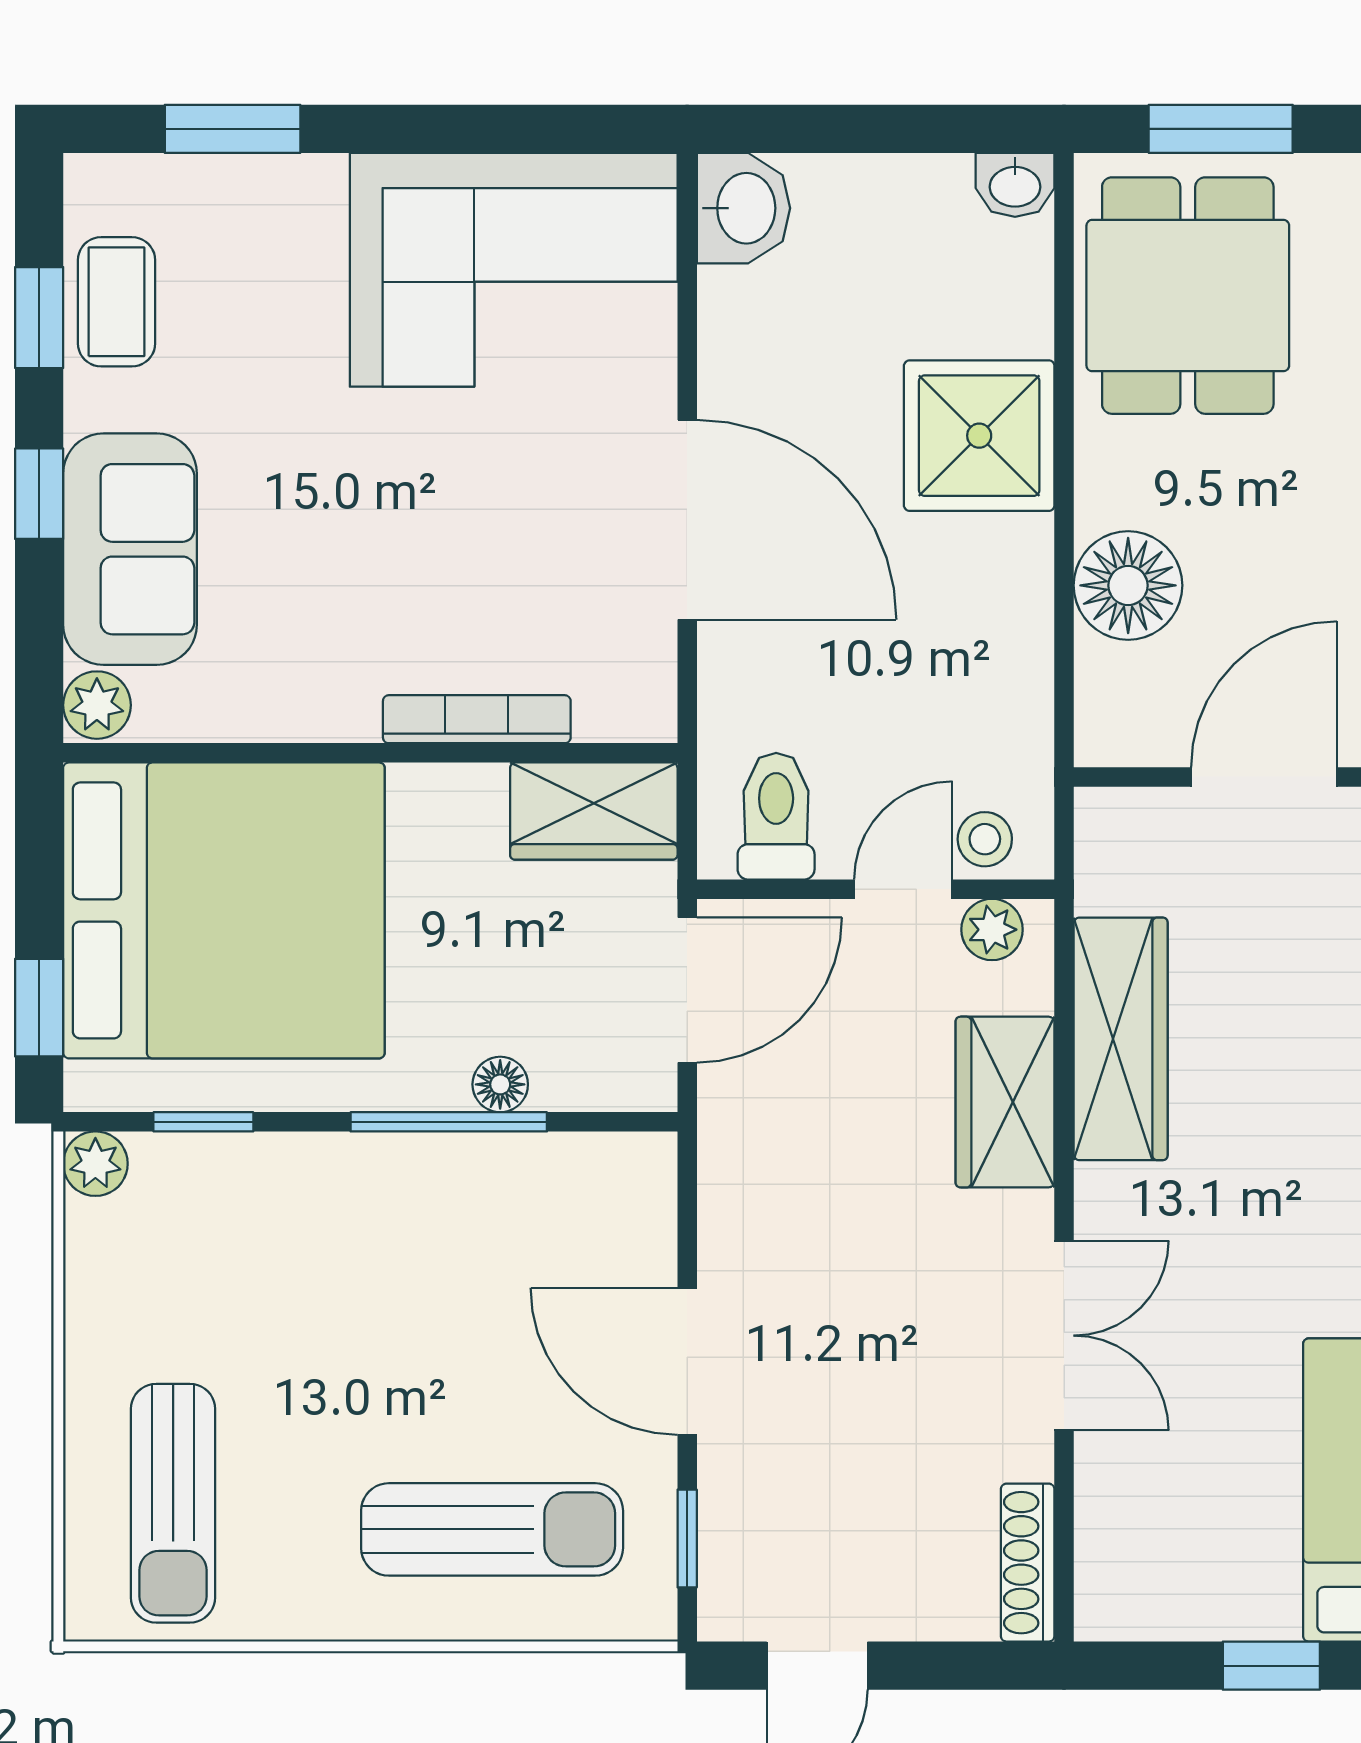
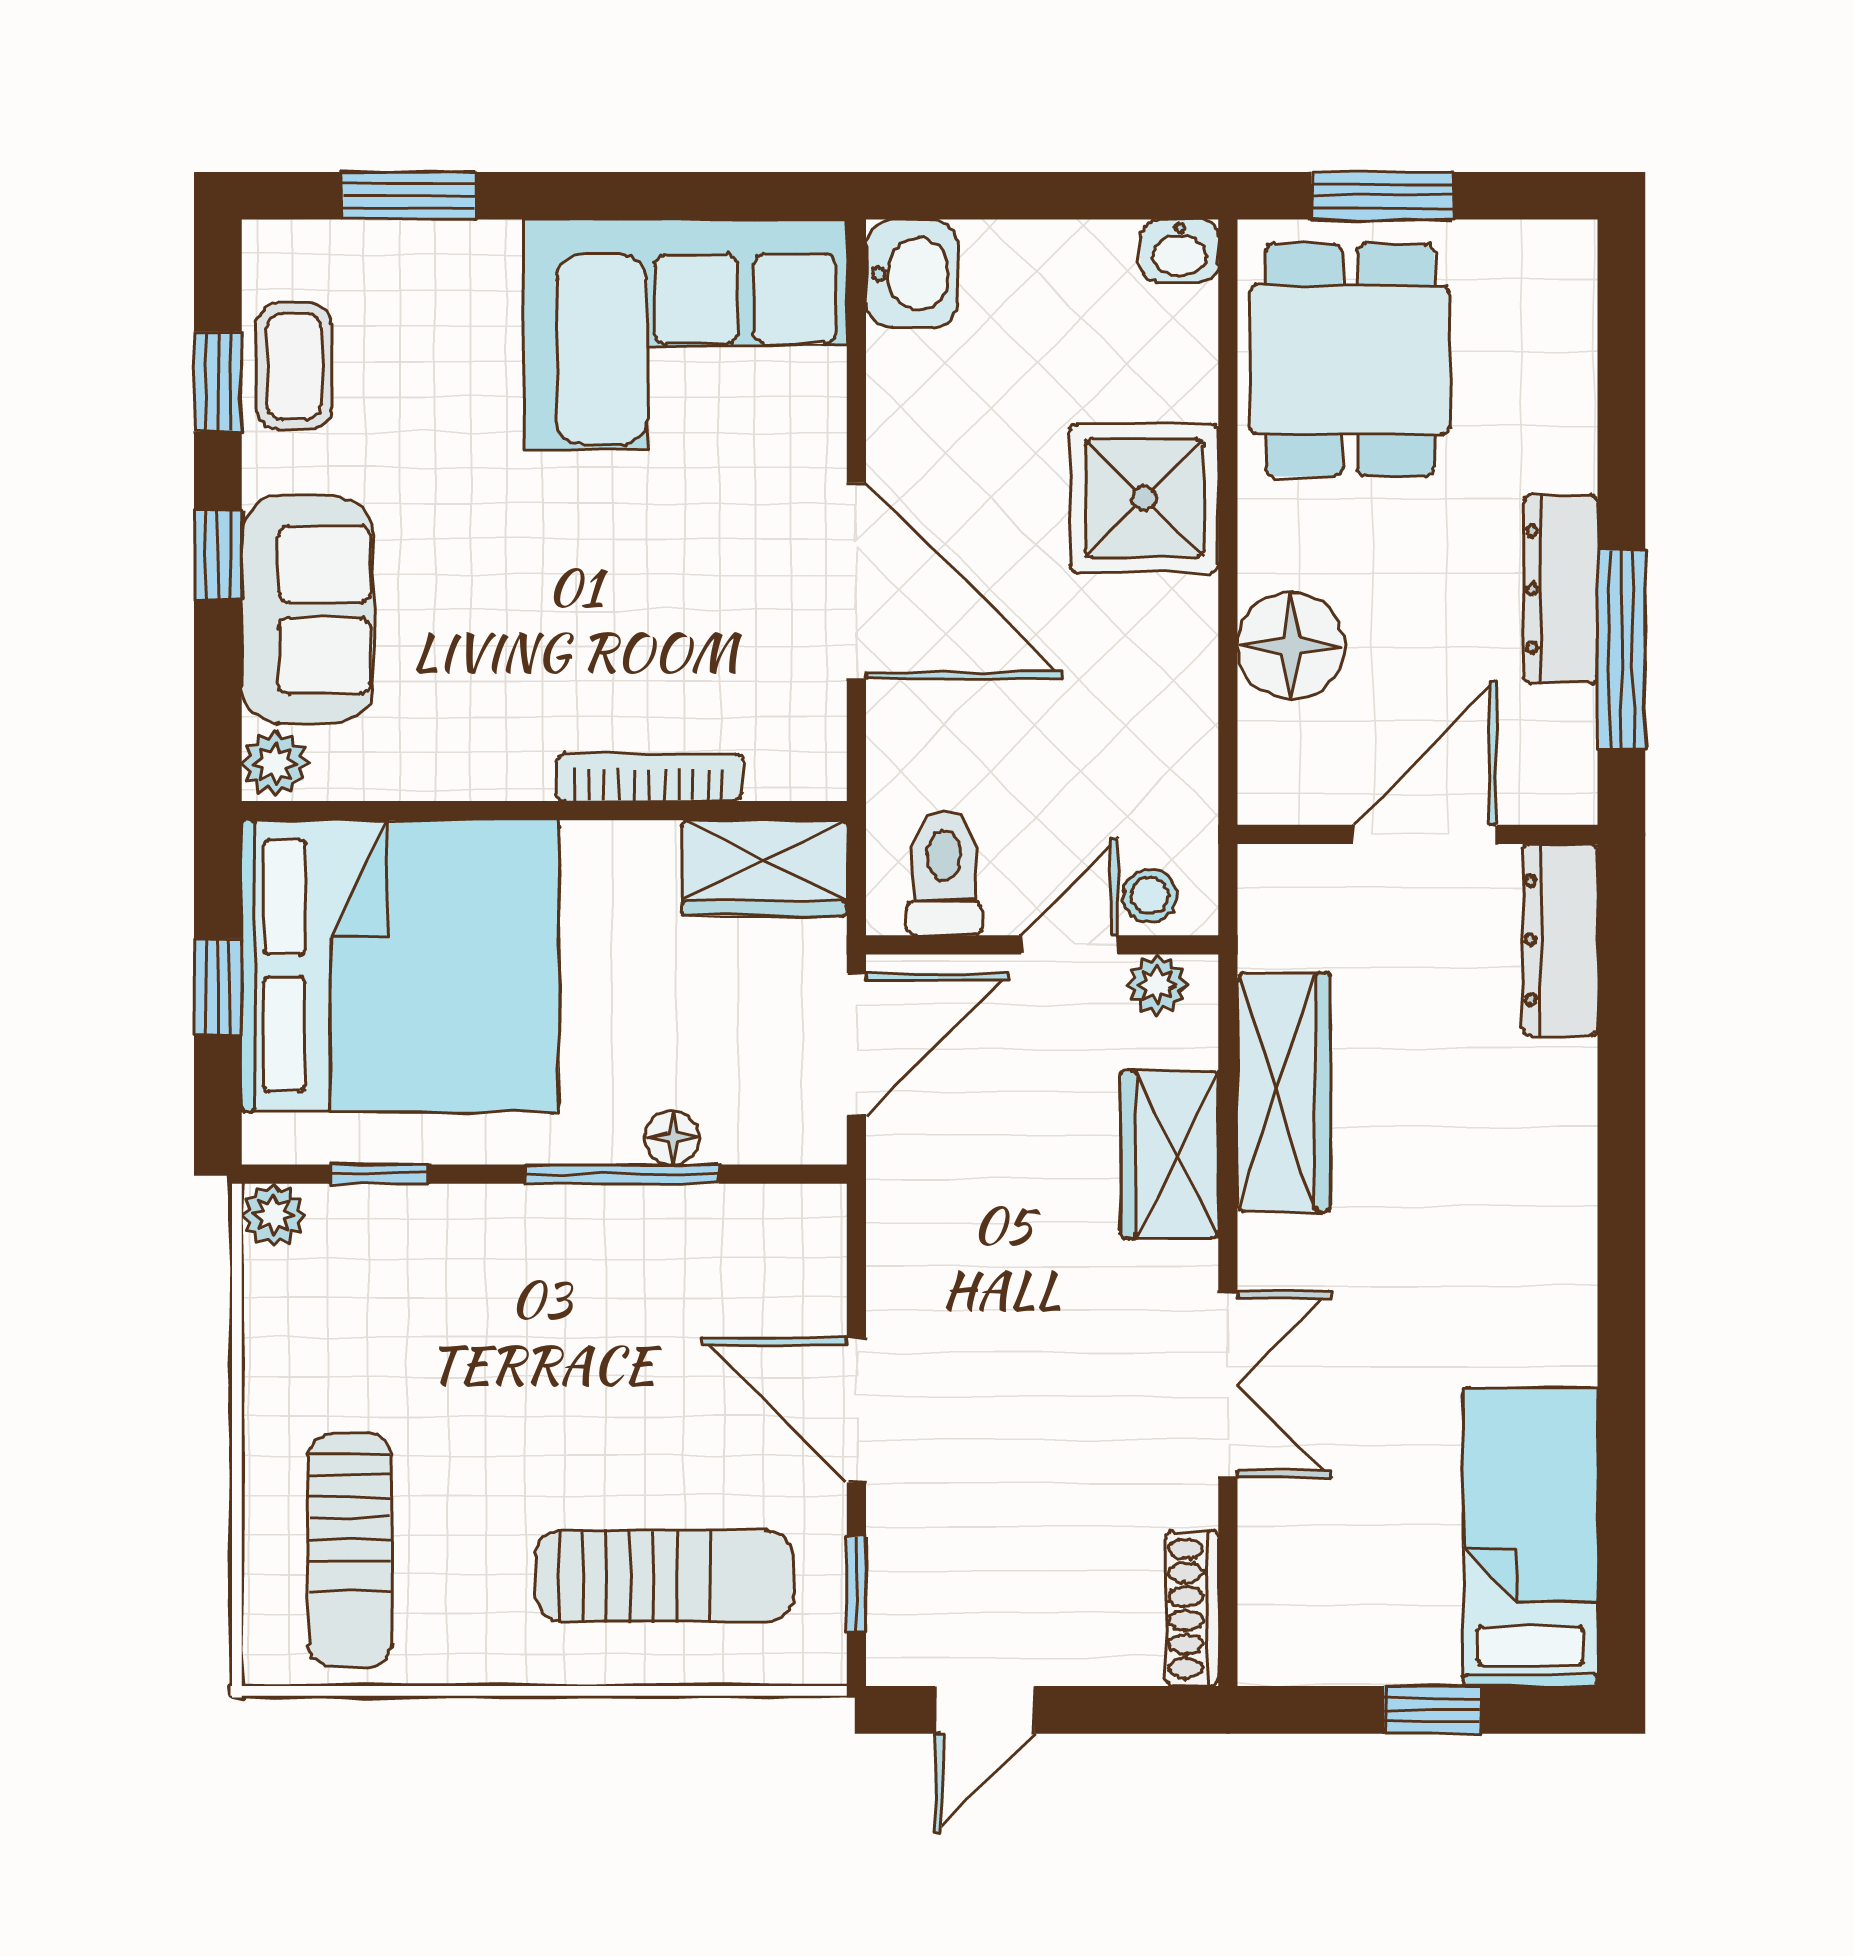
window: (39, 1008) -> (218, 987), moved

